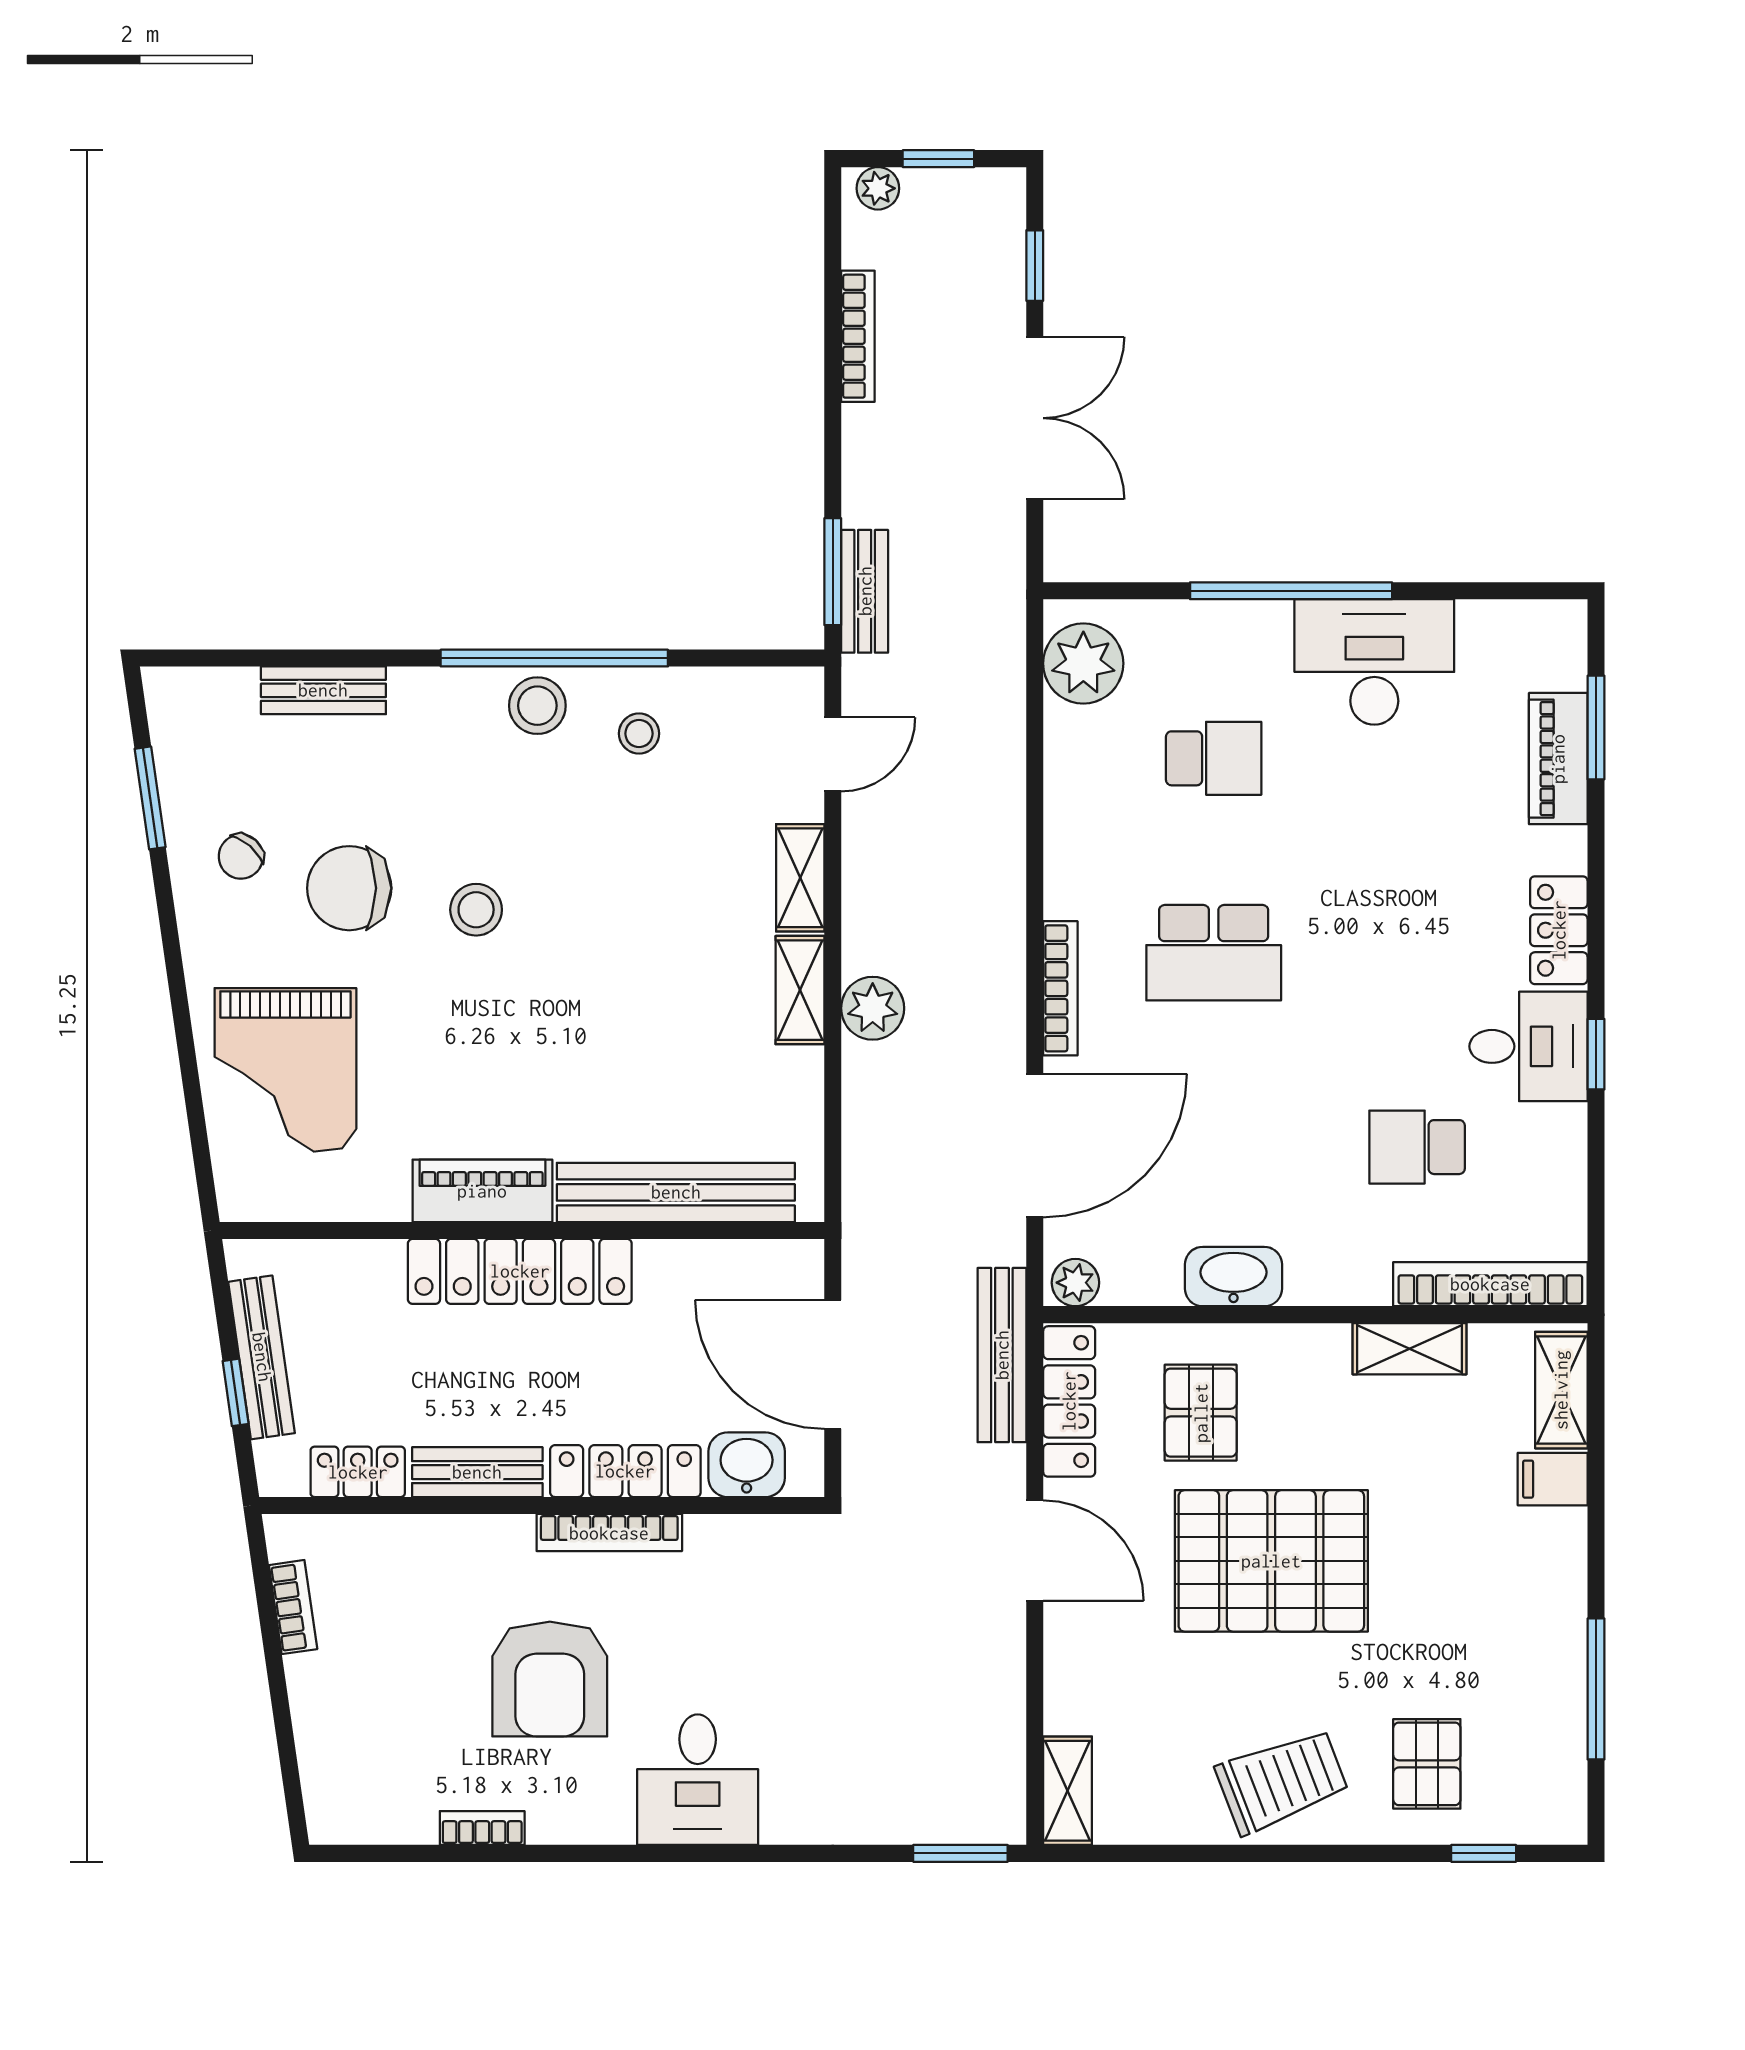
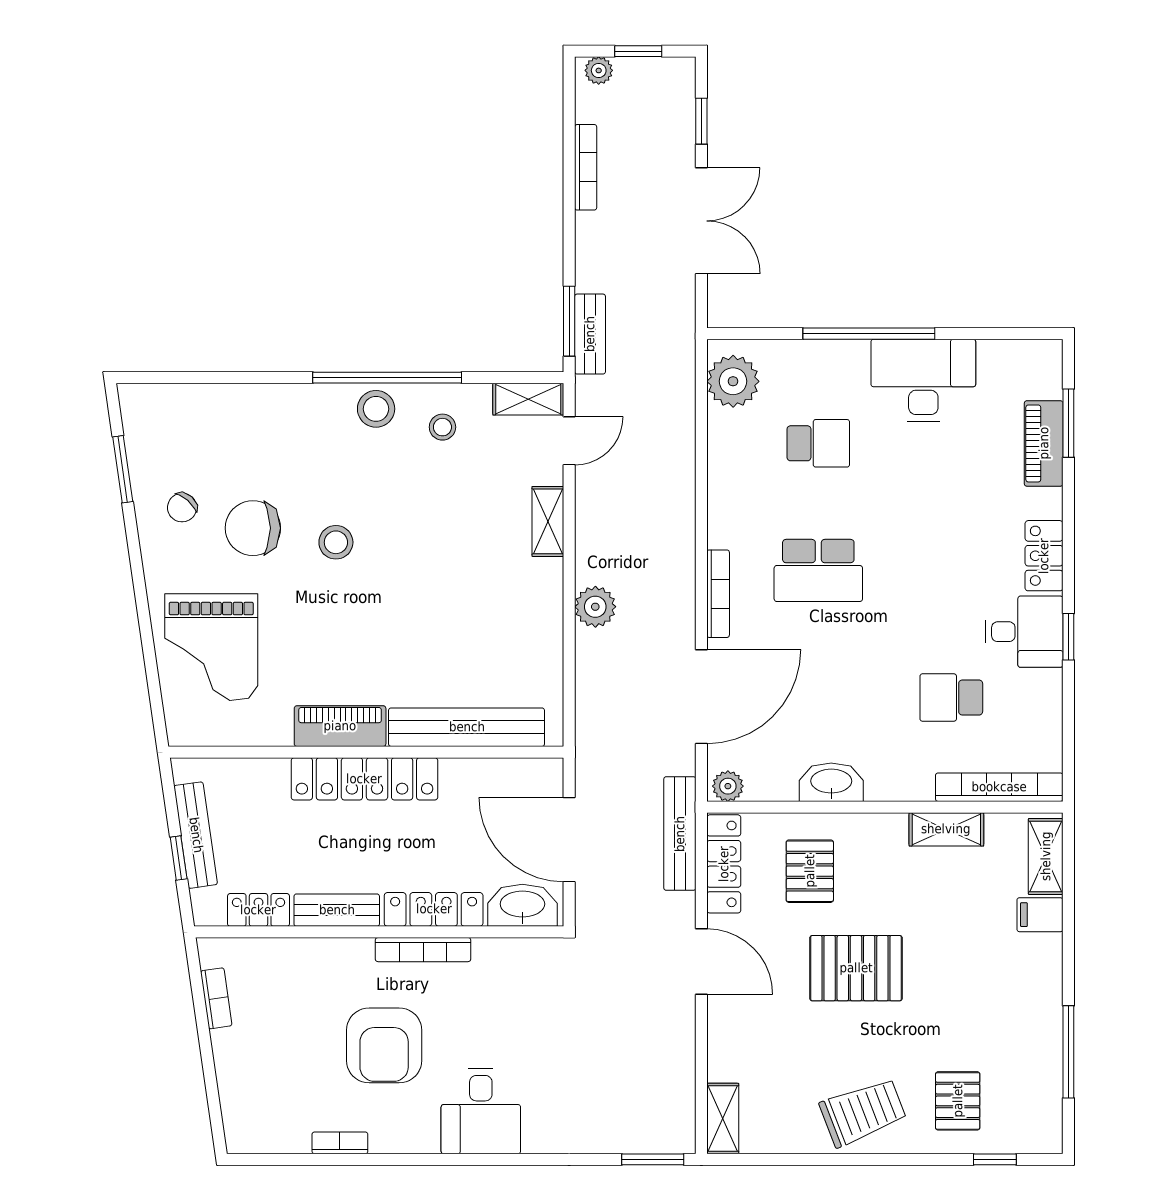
bench: (323, 690) -> (236, 399), removed
shelving: (800, 990) -> (528, 399), moved, turned 90
washbasin: (747, 1465) -> (522, 905), width x1.38
pallet: (1271, 1561) -> (856, 968), width x0.73, depth x0.71

